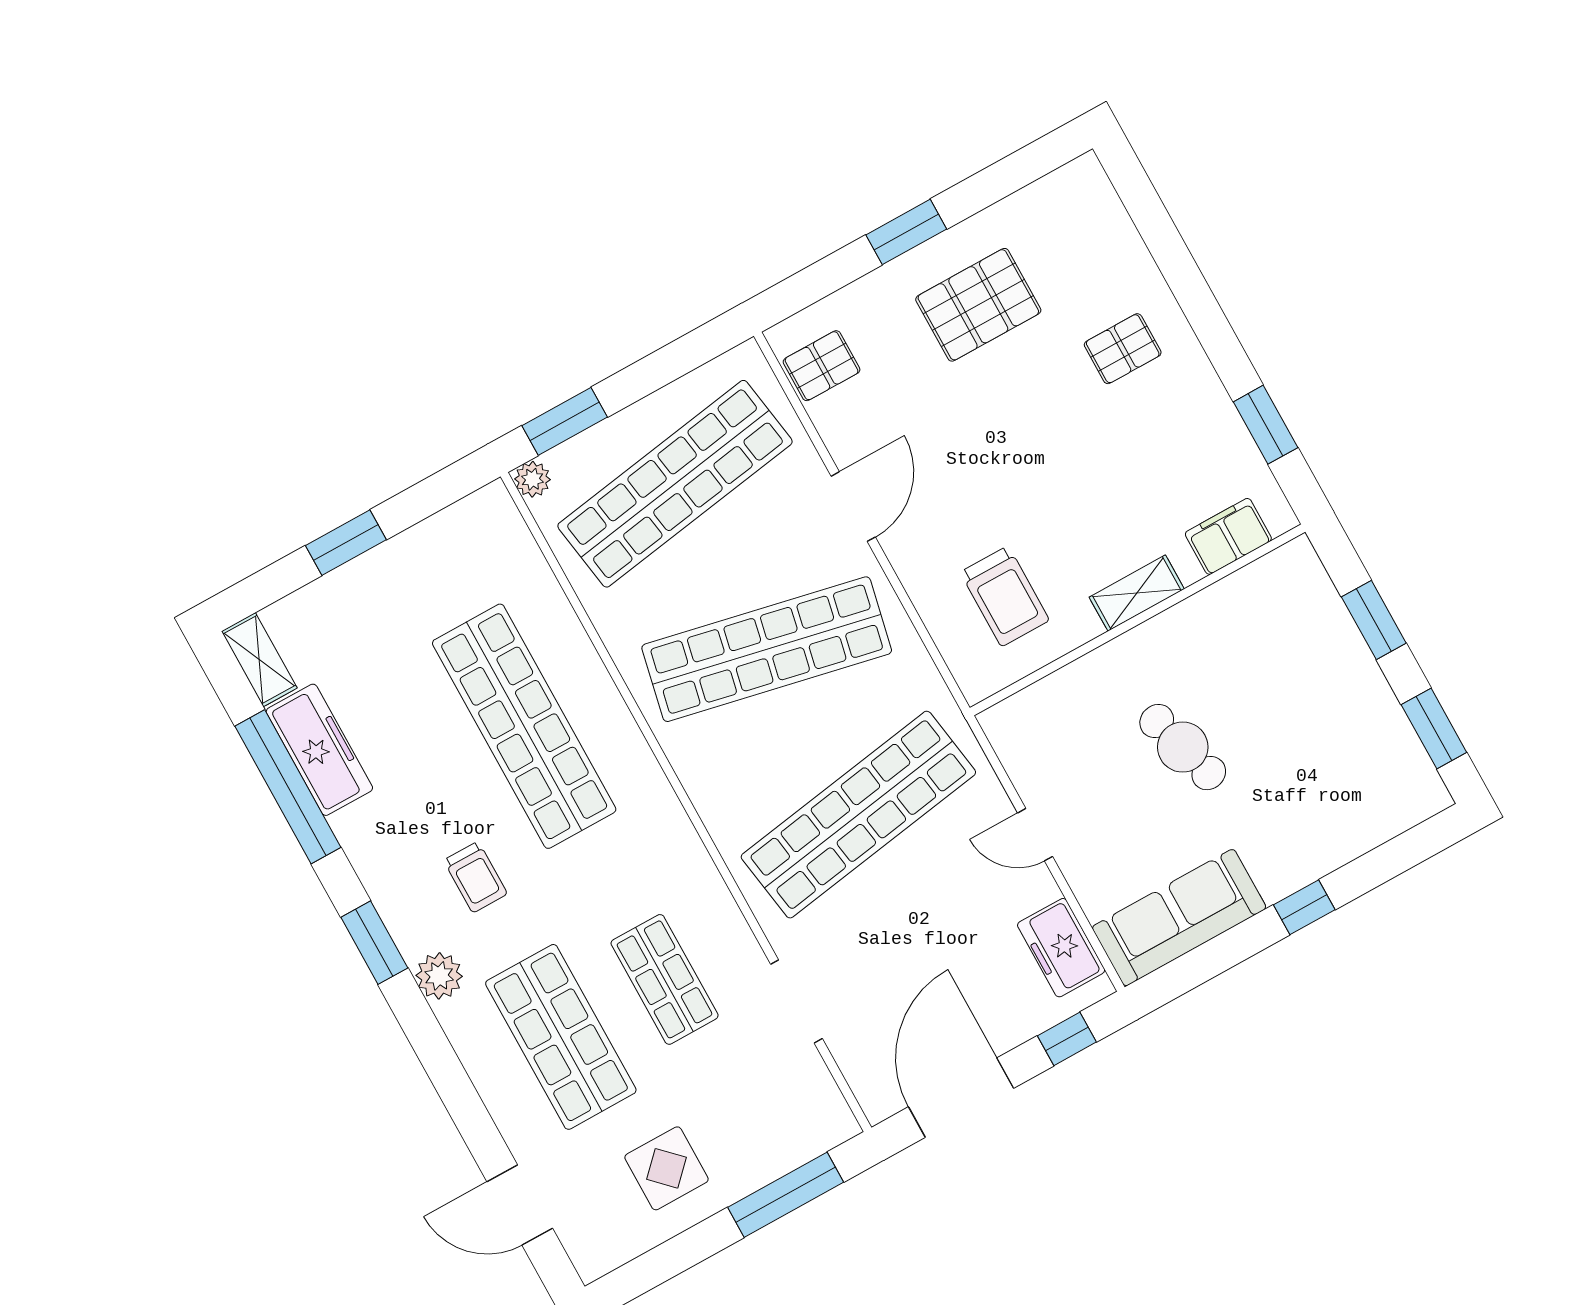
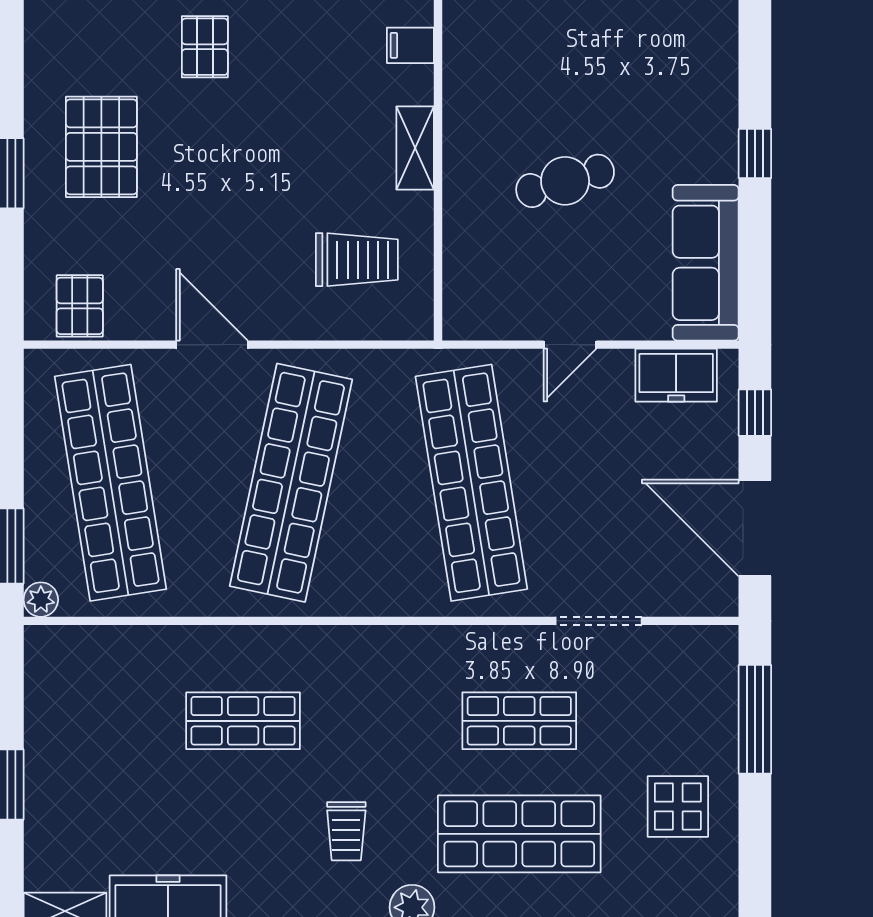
filing cabinet: (1228, 536) -> (410, 45), width x0.50
shop shelf: (524, 726) -> (243, 721), width x0.50, depth x0.74
trolley: (475, 877) -> (346, 831), turned 90

